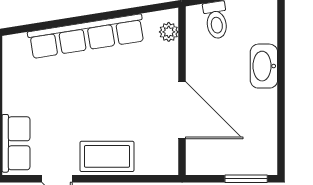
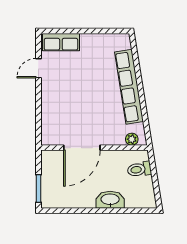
coffee table: (107, 156) -> (53, 100), removed

